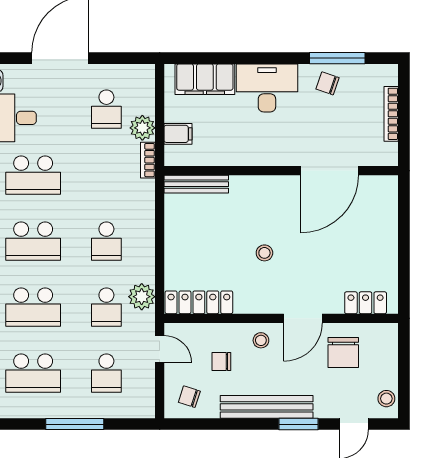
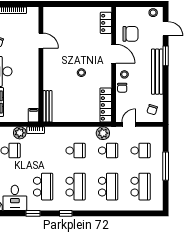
filing cabinet: (178, 134) -> (33, 115), moved
door: (330, 171) -> (41, 41), width x0.53
chair: (221, 362) -> (122, 88), moved

